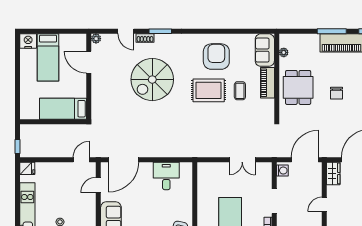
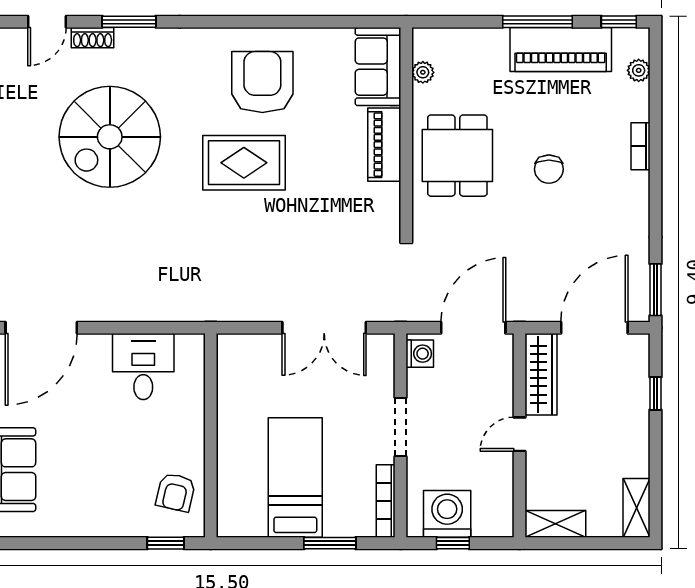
door: (126, 31) -> (47, 22), hinge flipped
coffee table: (240, 91) -> (319, 164), removed
double door: (242, 160) -> (324, 328), width x1.37
wardrobe: (333, 173) -> (541, 374), width x1.50

